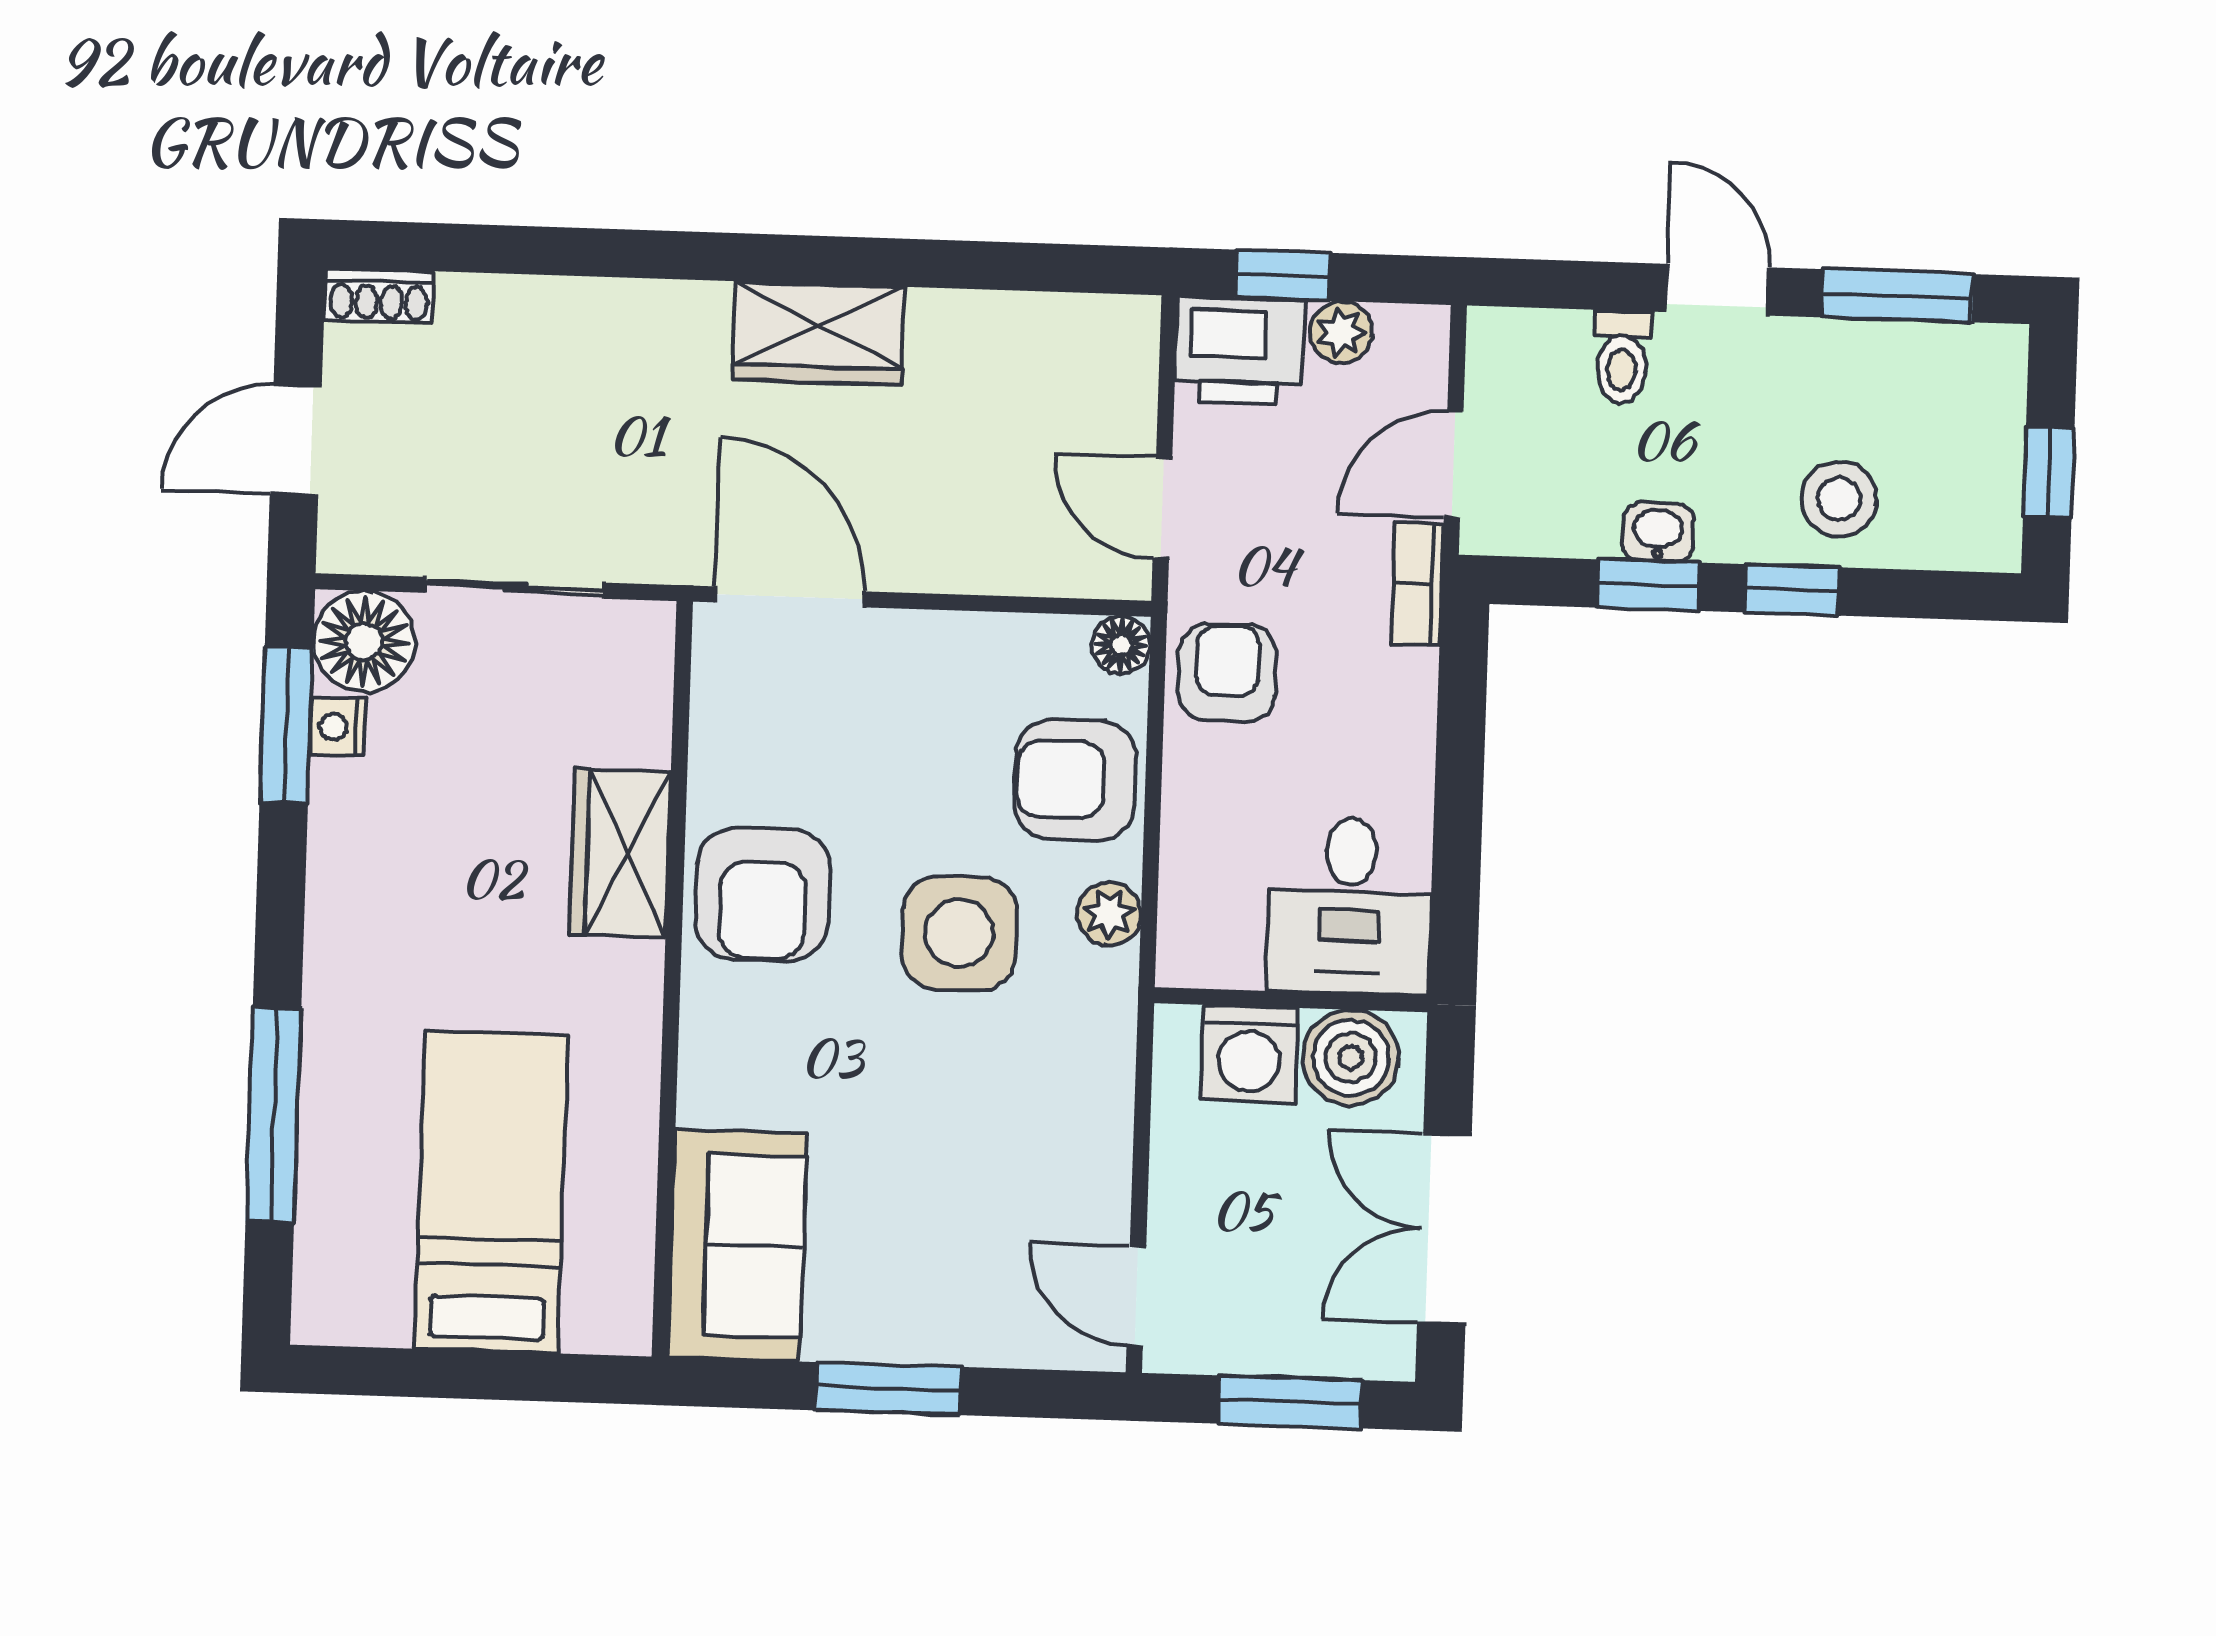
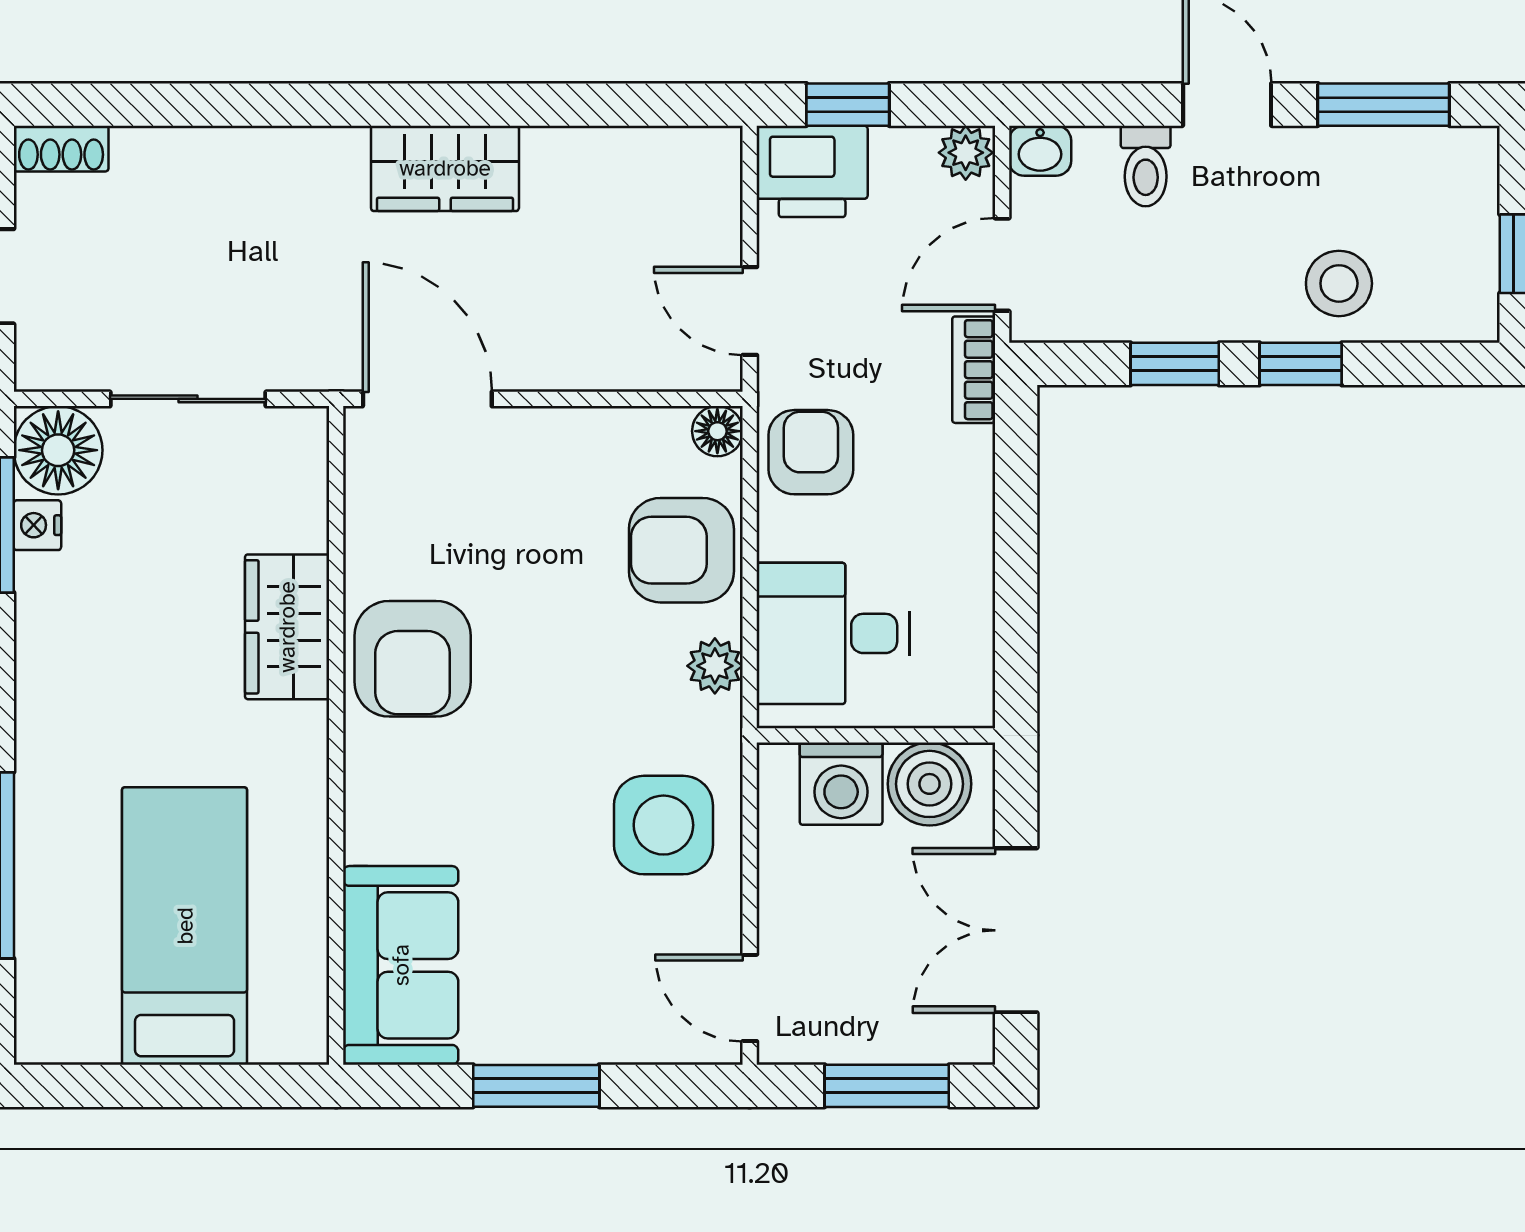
plant: (1341, 332) -> (966, 153), moved
washbasin: (1658, 532) -> (1040, 151), moved, turned 180
desk: (1350, 906) -> (833, 633), moved, turned 90
side table: (959, 933) -> (663, 825), moved

